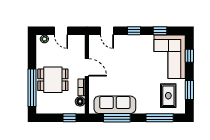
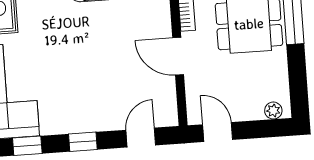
door: (61, 31) -> (218, 132), moved
door: (107, 31) -> (141, 138), hinge flipped

